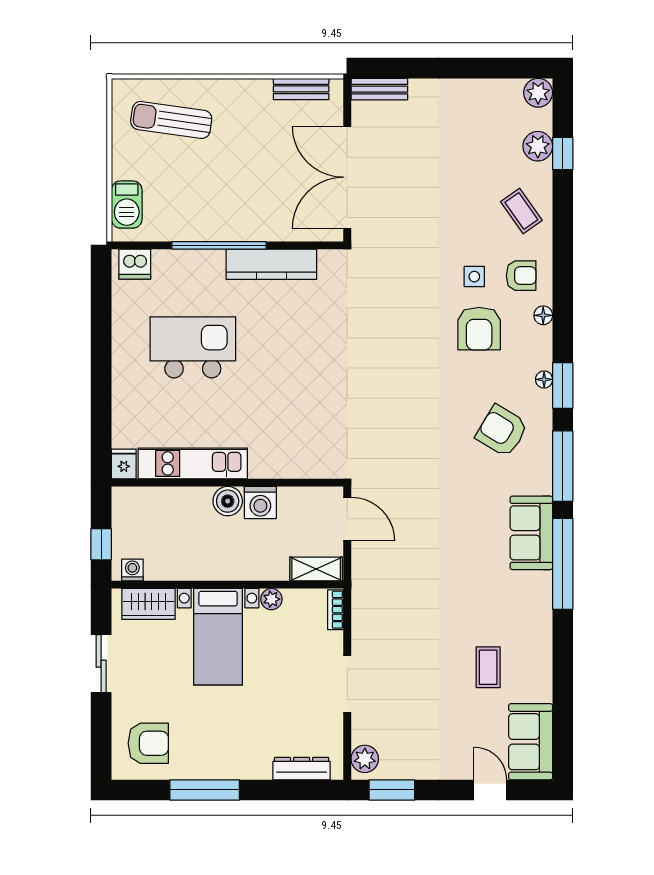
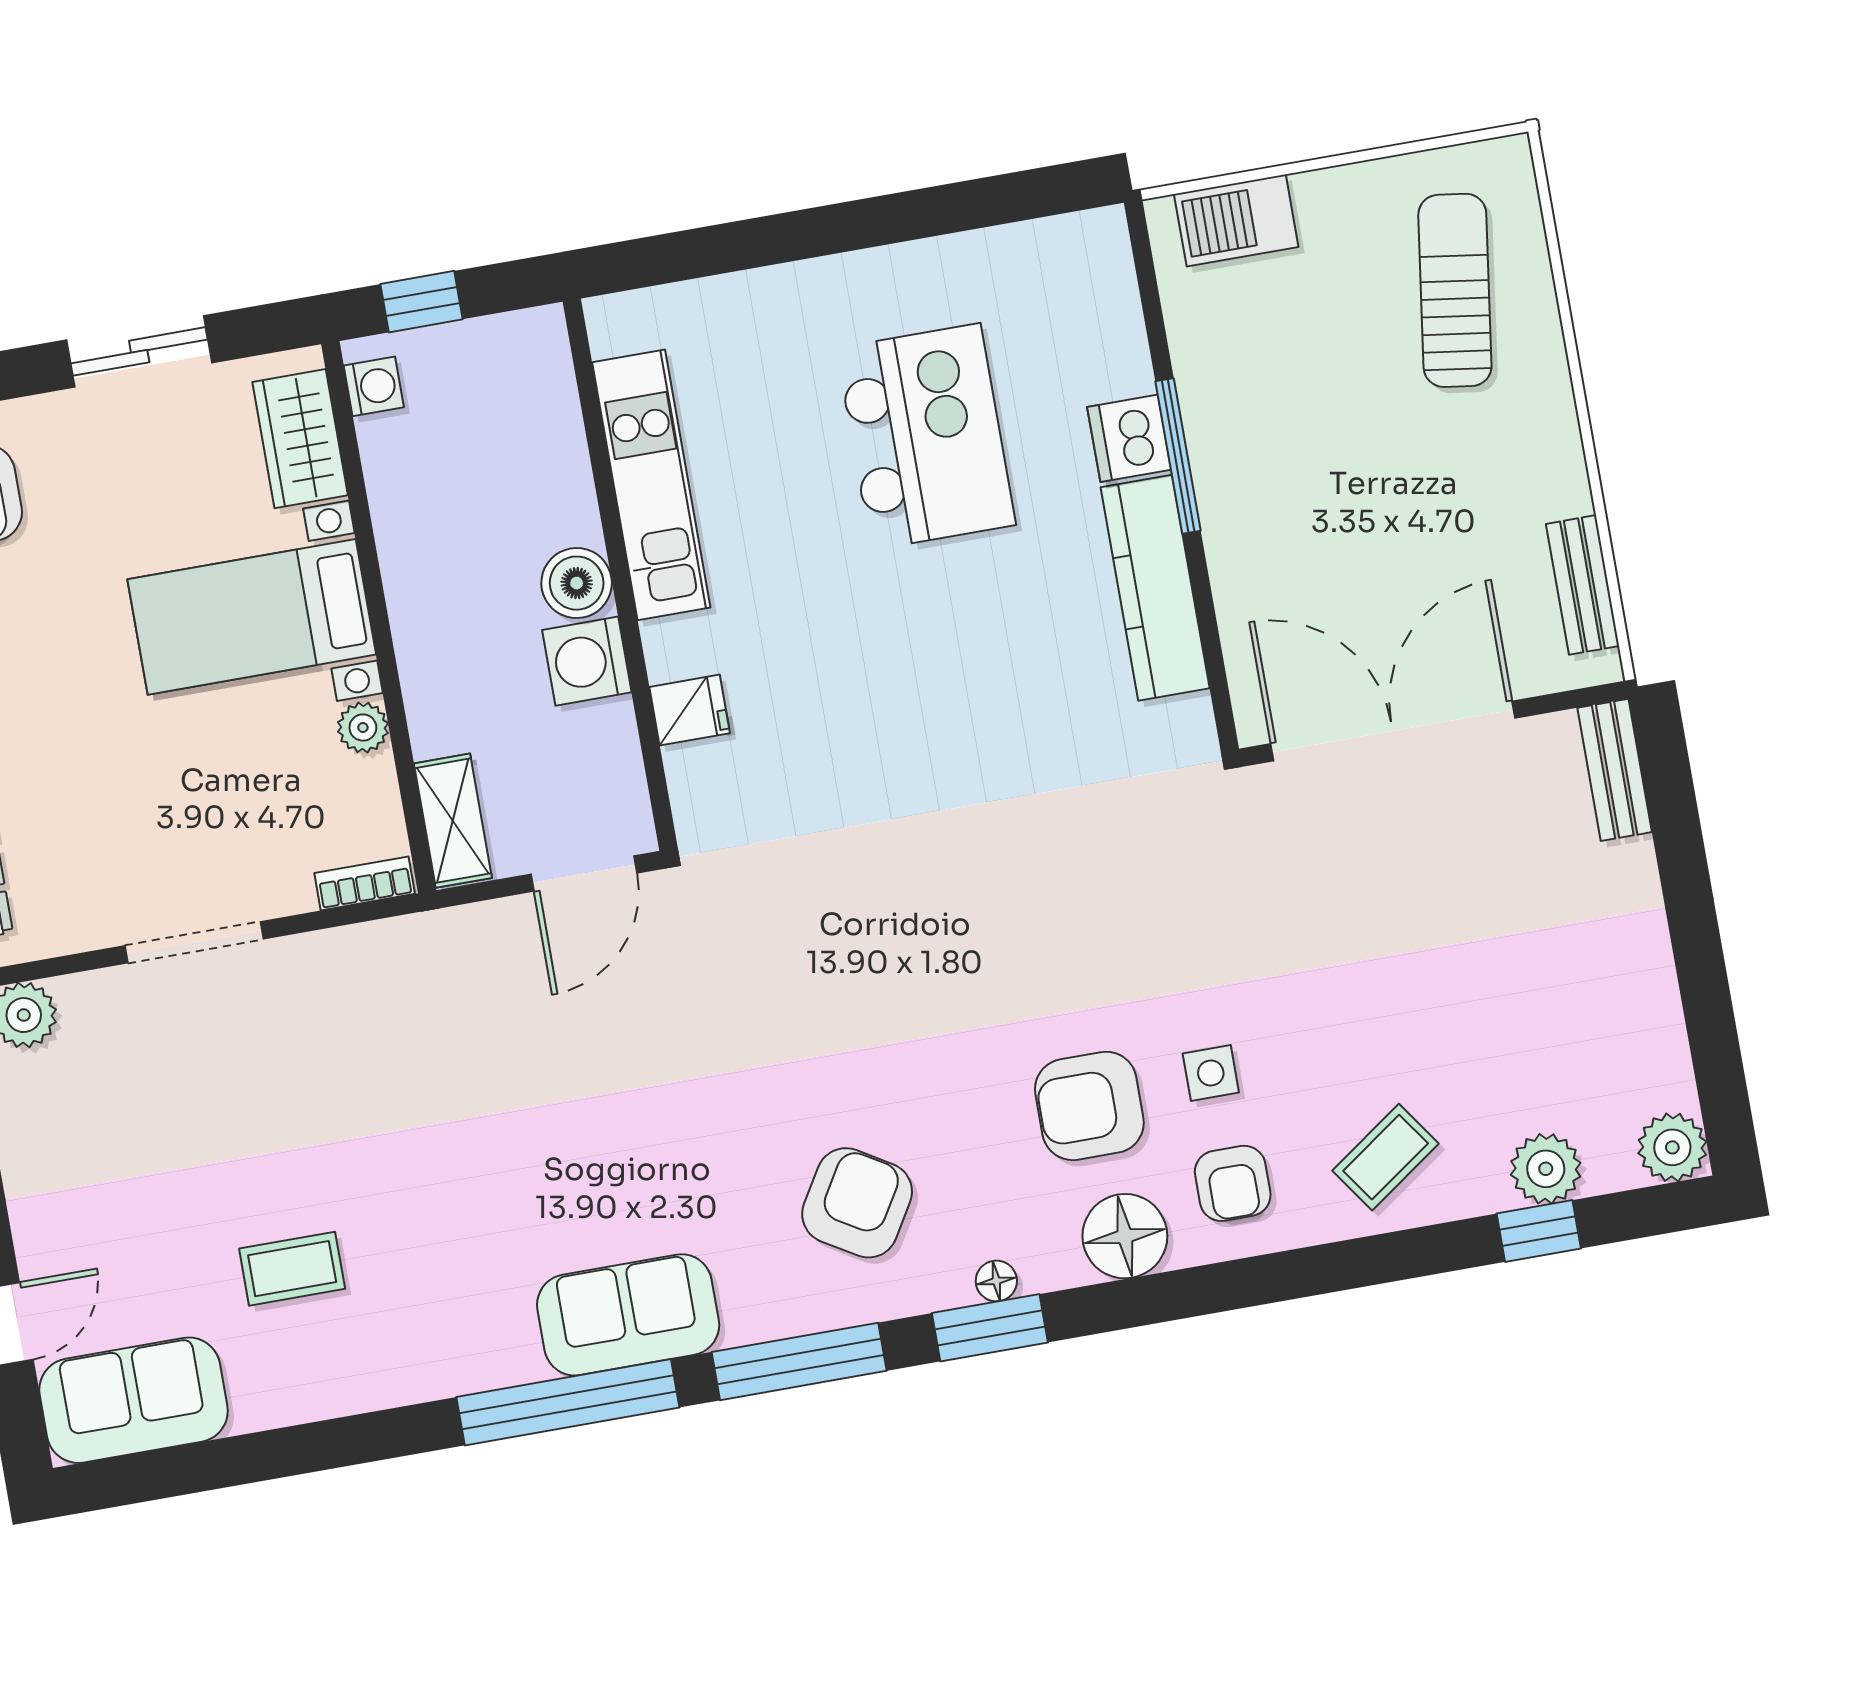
window: (219, 245) -> (1178, 456), width x0.68
dishwasher: (135, 264) -> (1129, 438), moved
floor lamp: (543, 315) -> (1125, 1236), width x1.89, depth x1.89
fridge: (124, 464) -> (690, 710), moved

